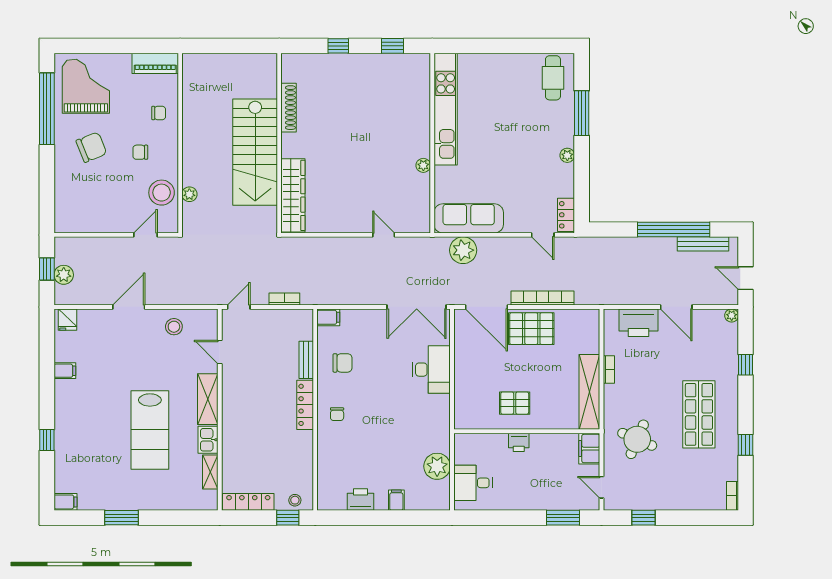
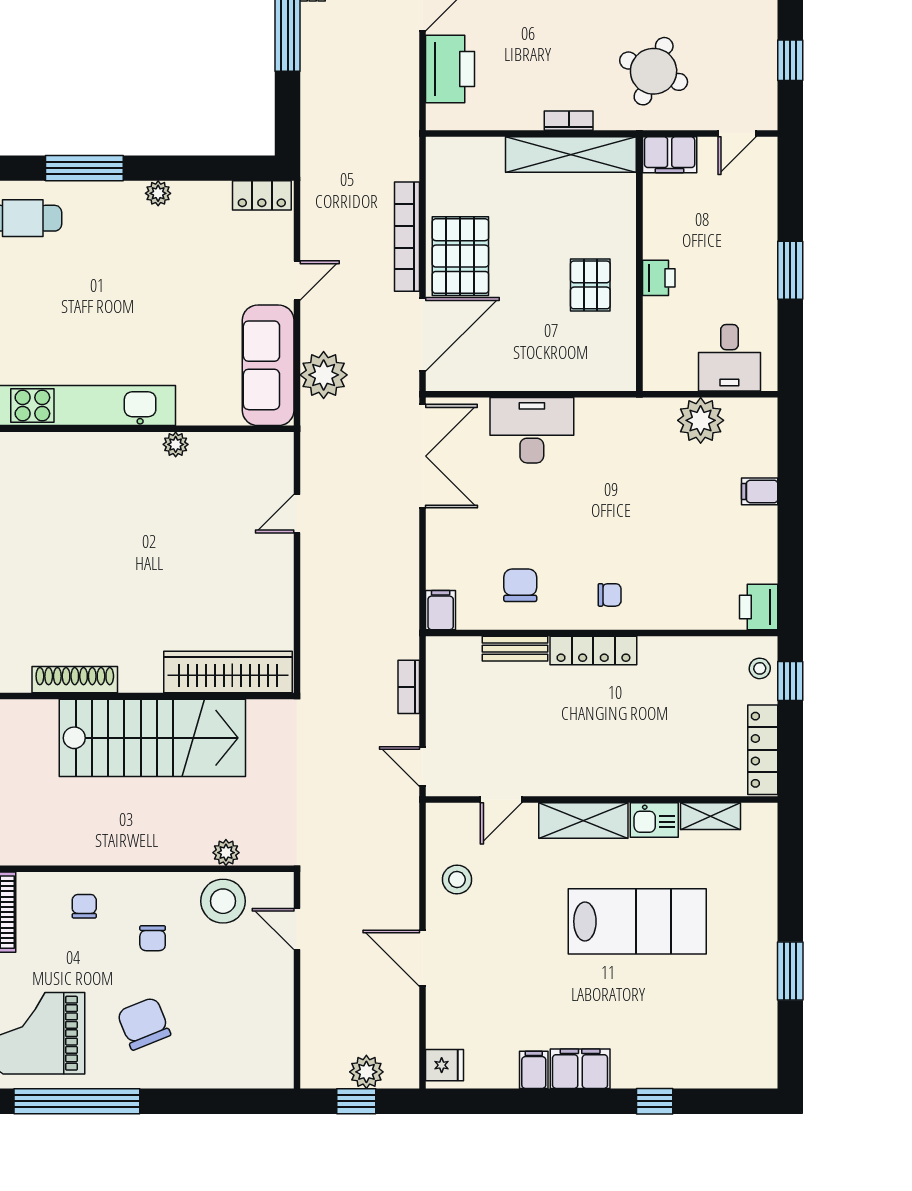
door: (543, 235) -> (297, 280), moved
bookcase: (609, 370) -> (569, 121), moved
printer: (361, 500) -> (759, 607), moved
filing cabinet: (65, 502) -> (580, 1069), moved, width x2.00
window: (563, 518) -> (790, 270), moved

